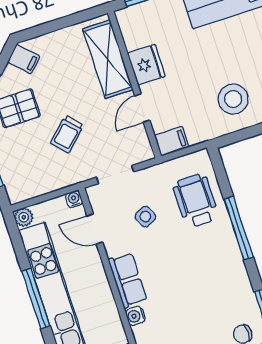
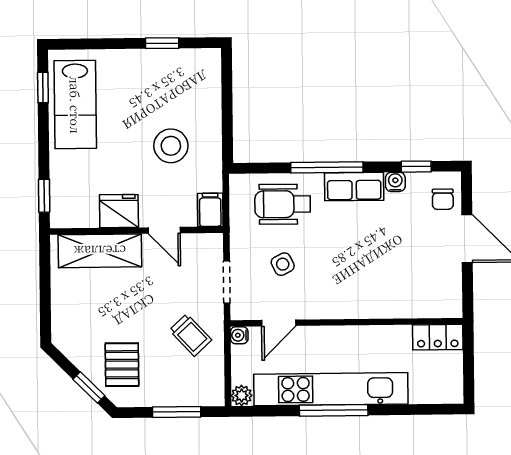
filing cabinet: (24, 59) -> (71, 341), removed
stool: (233, 99) -> (171, 146), moved
trolley: (67, 134) -> (190, 335), moved
row of seats: (128, 280) -> (354, 187), moved, turned 180
water cooler: (135, 316) -> (395, 182), moved, turned 180

